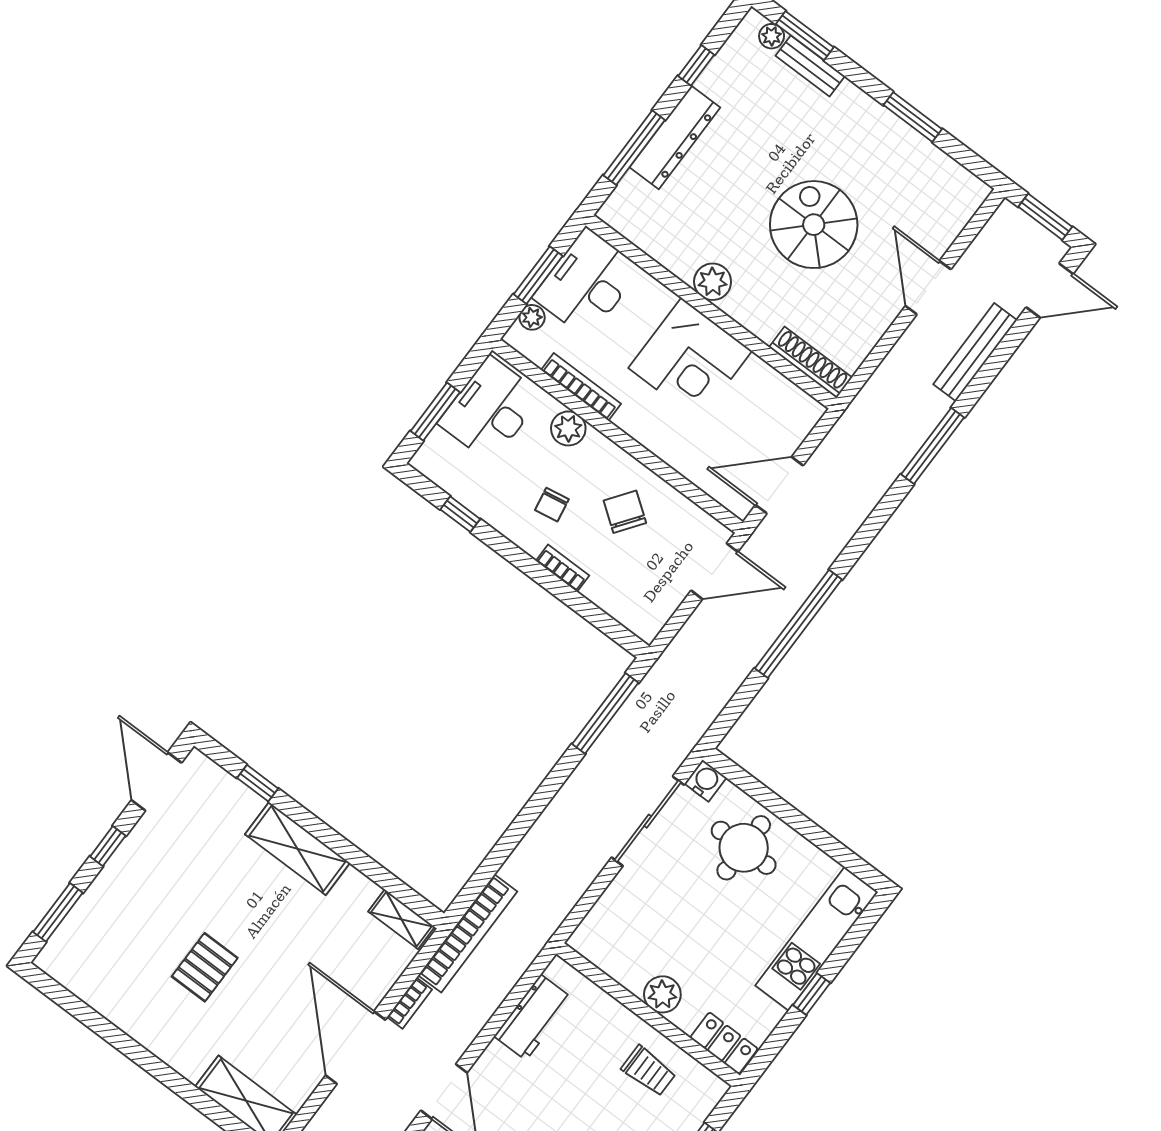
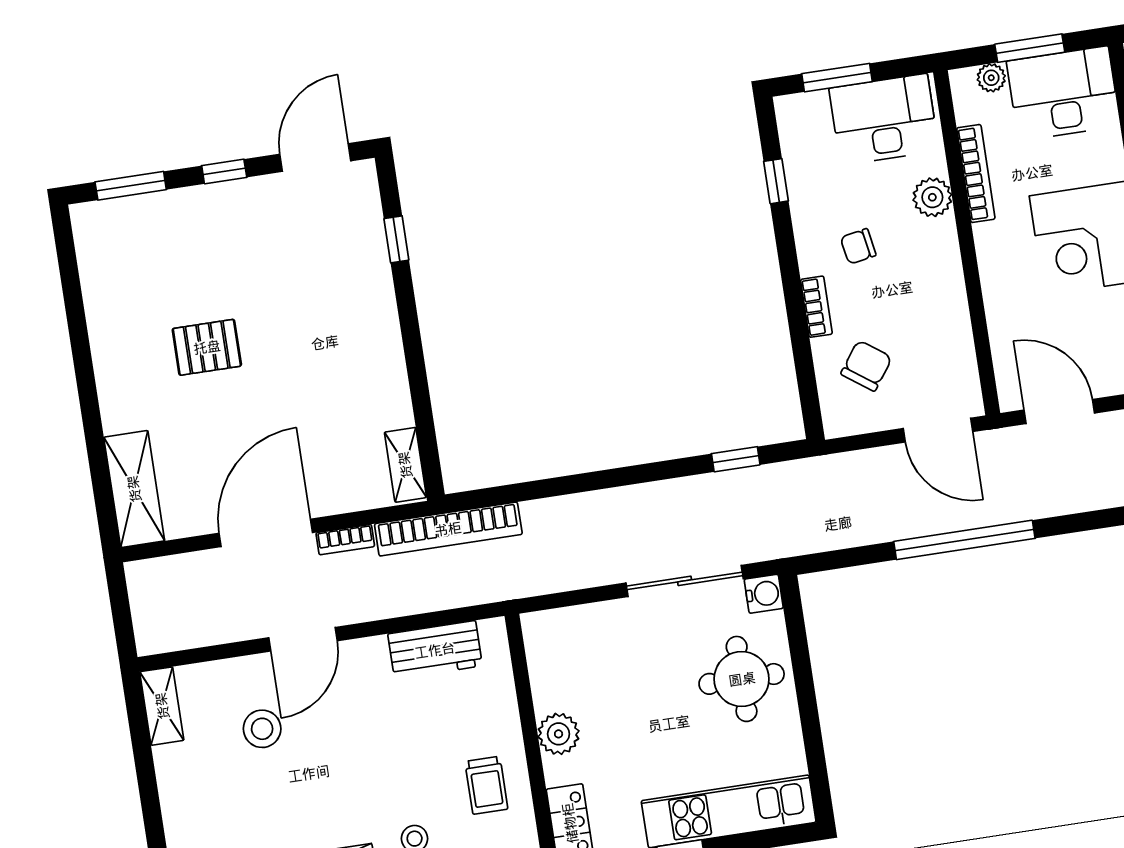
chair: (625, 512) -> (866, 366), moved
window: (605, 713) -> (736, 459), width x0.46
shelving: (297, 849) -> (377, 324), removed

